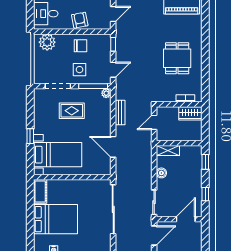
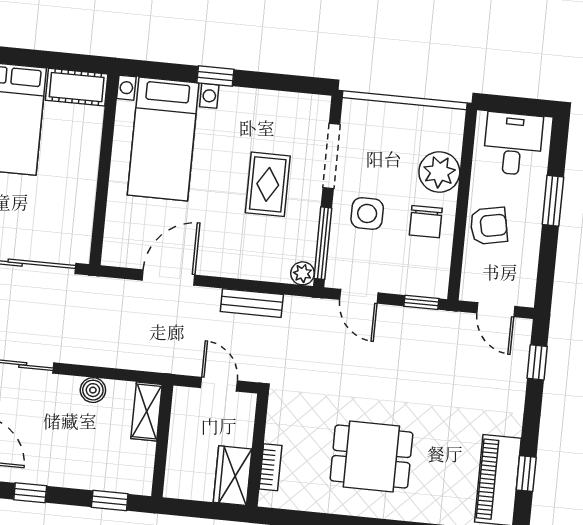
plant: (47, 42) -> (439, 172), moved

